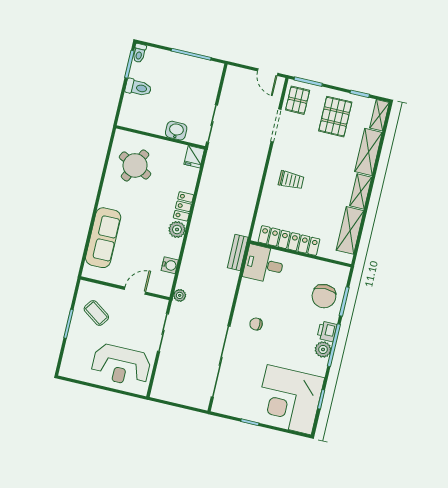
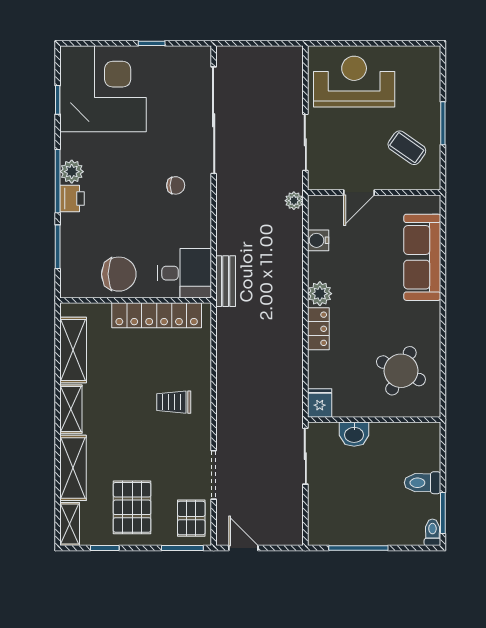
chair: (324, 296) -> (119, 274), moved, turned 90

